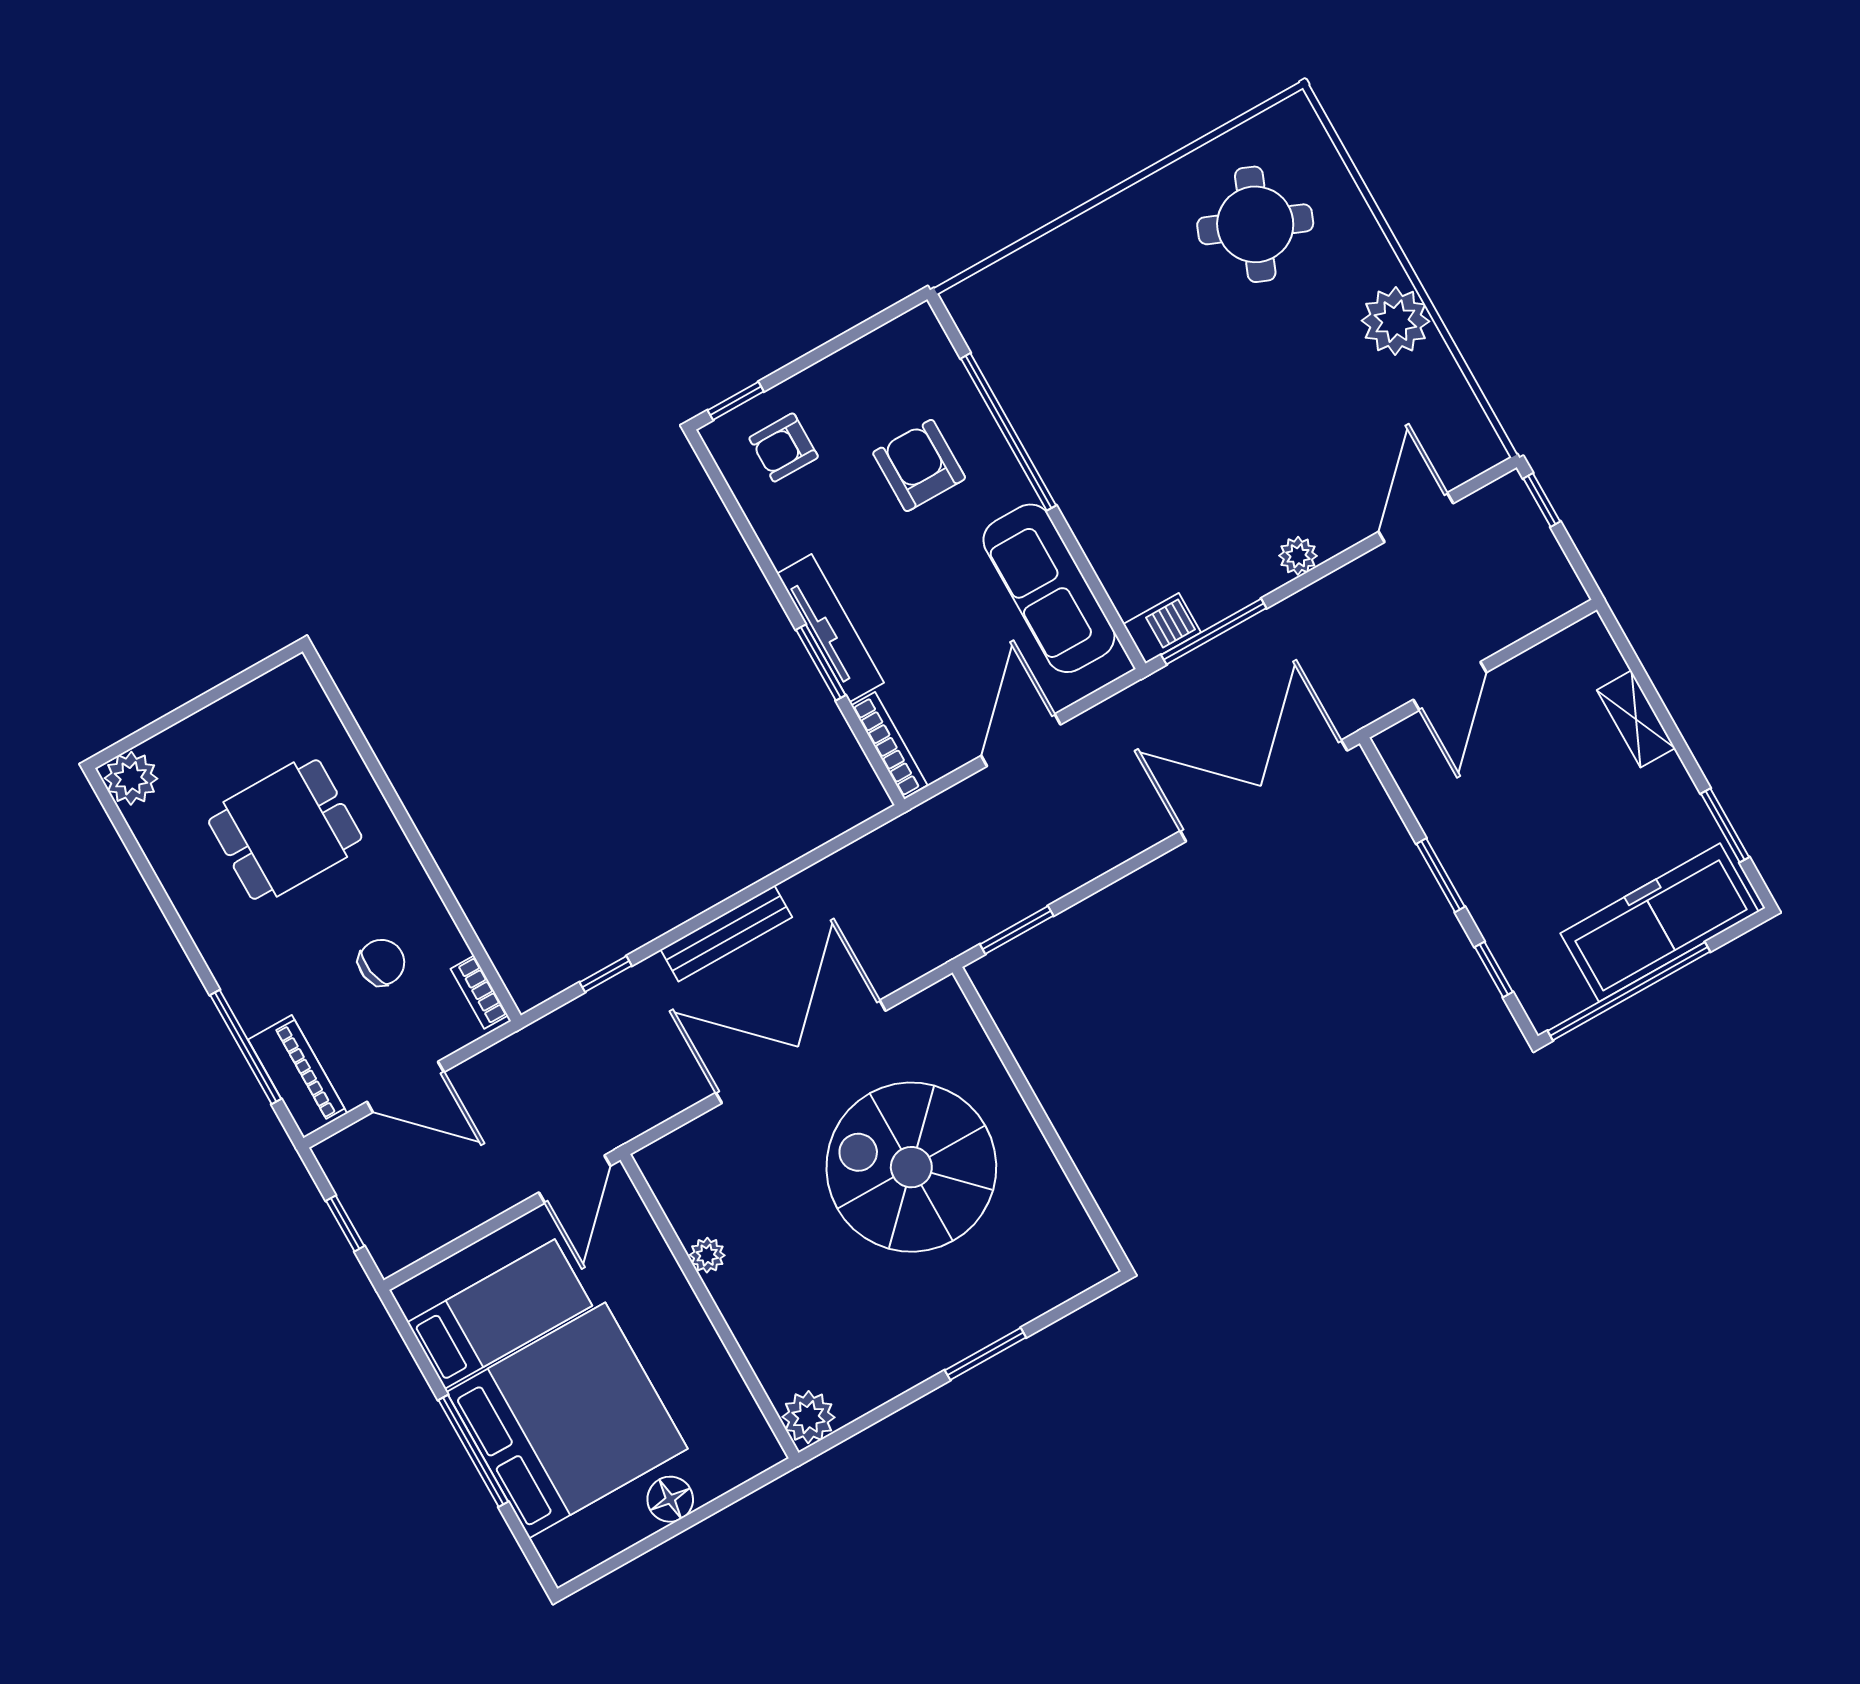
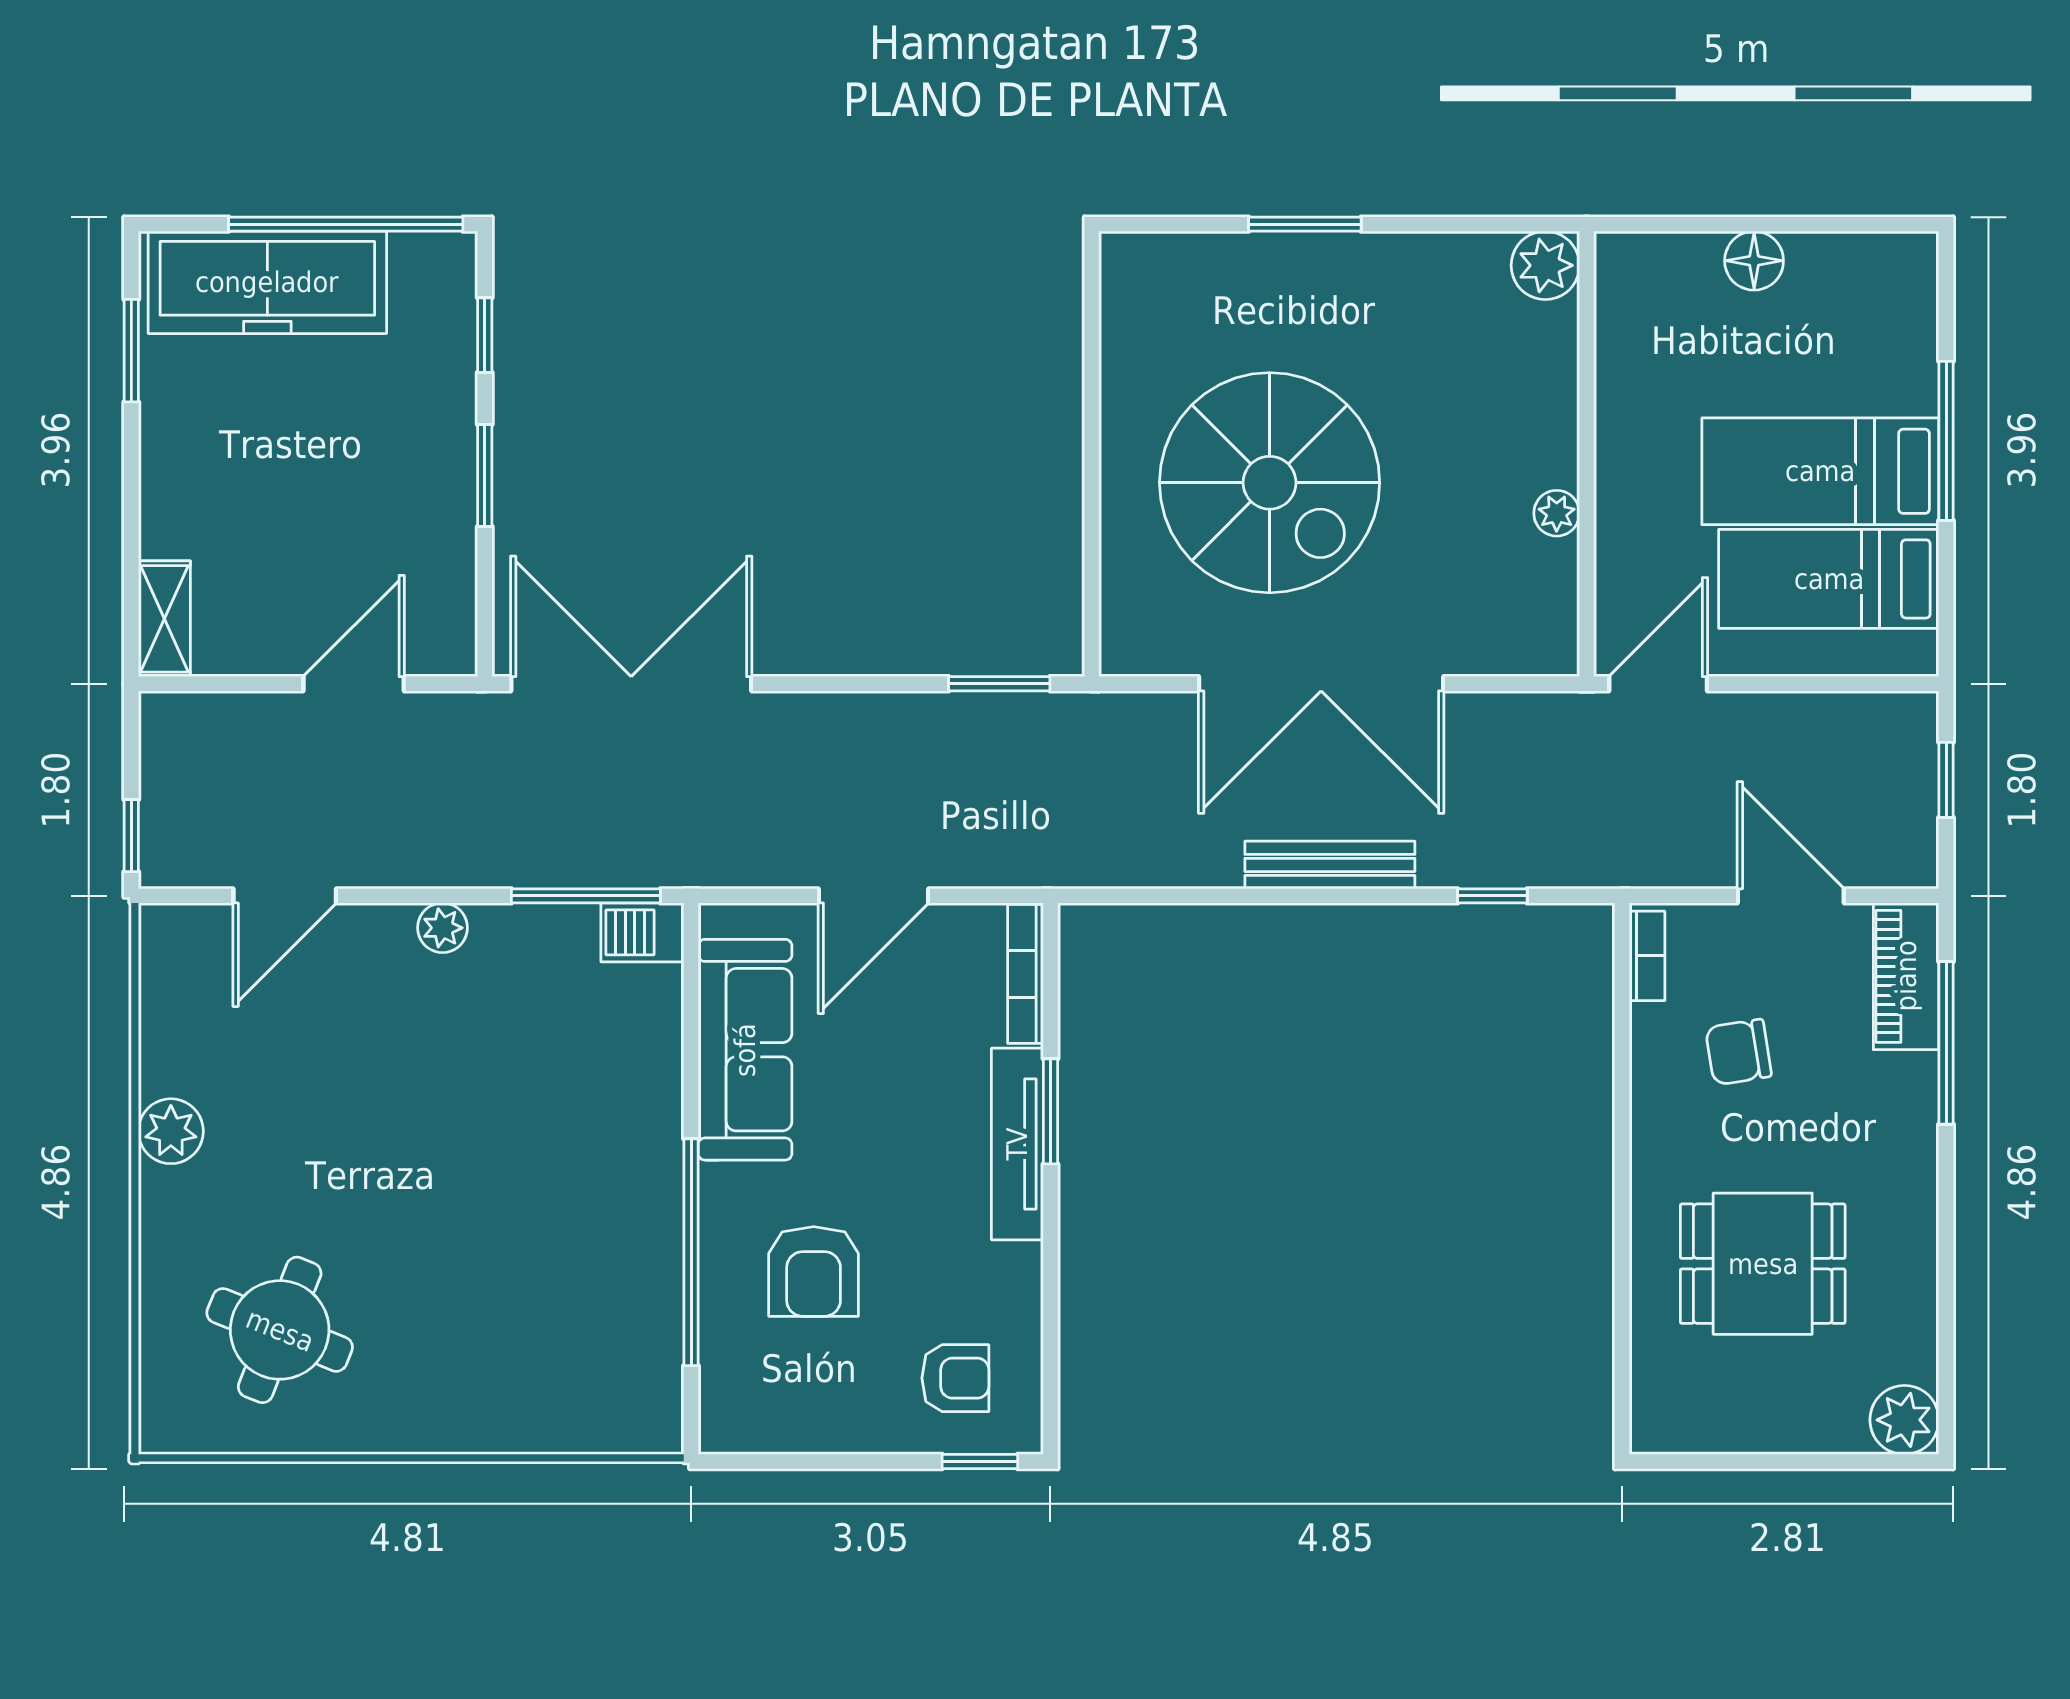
plant: (1395, 321) -> (171, 1131), width x0.73, depth x0.73
shelving: (1636, 719) -> (164, 619), moved
double door: (1264, 791) -> (631, 684), swing flipped
bed: (567, 1420) -> (1820, 471), width x0.49

